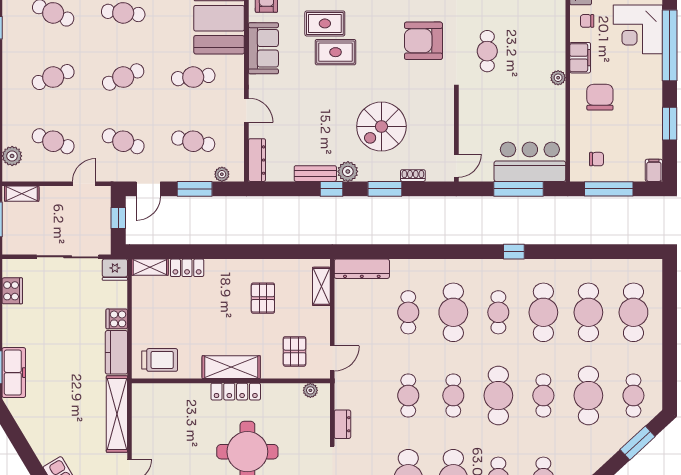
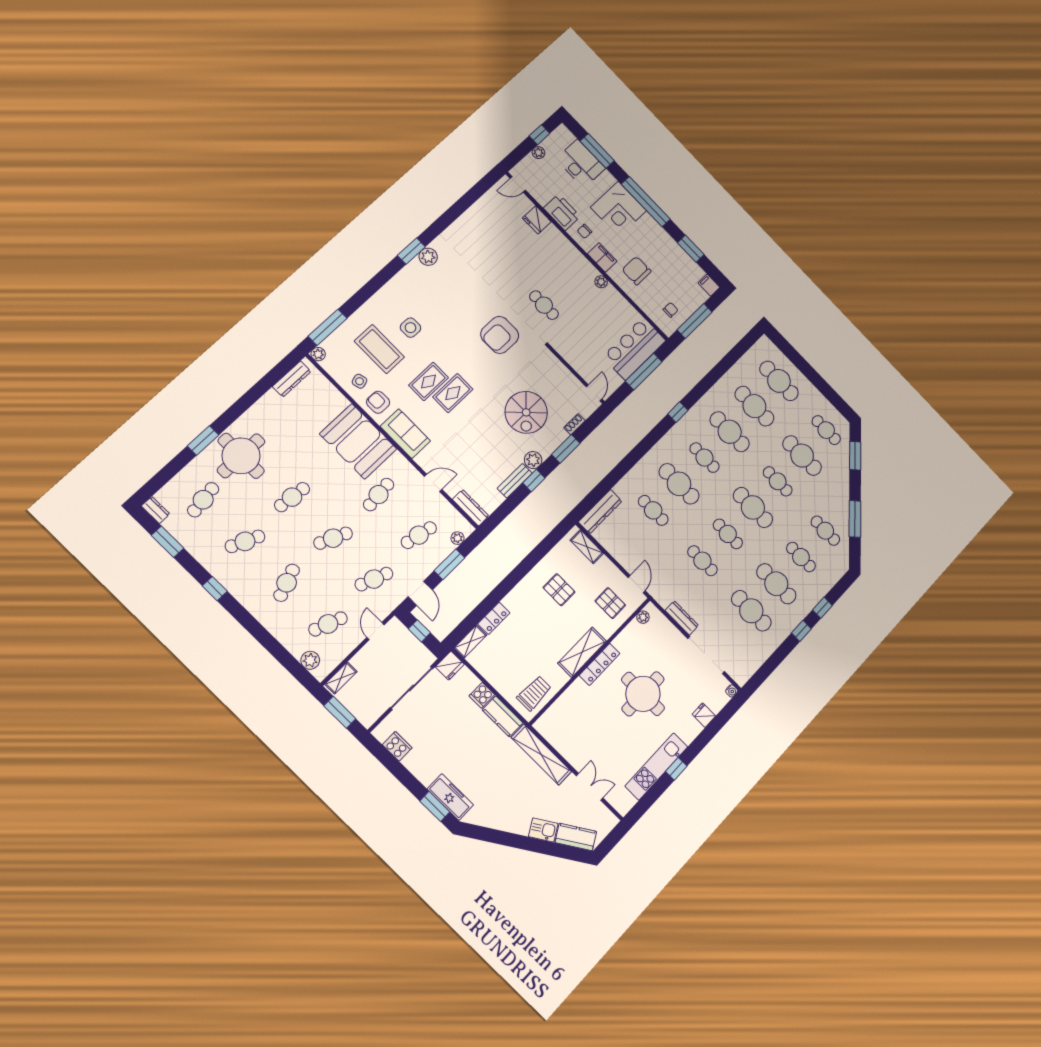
cafe table: (123, 77) -> (333, 538), turned 48
dresser: (342, 424) -> (682, 618), width x1.44

